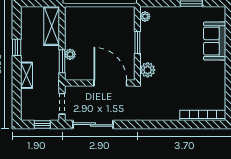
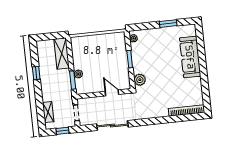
sofa: (215, 41) -> (190, 57), width x1.36
shelving: (26, 75) -> (48, 112), moved
door: (110, 83) -> (112, 93), width x0.53
sliding door: (93, 125) -> (112, 126), moved

